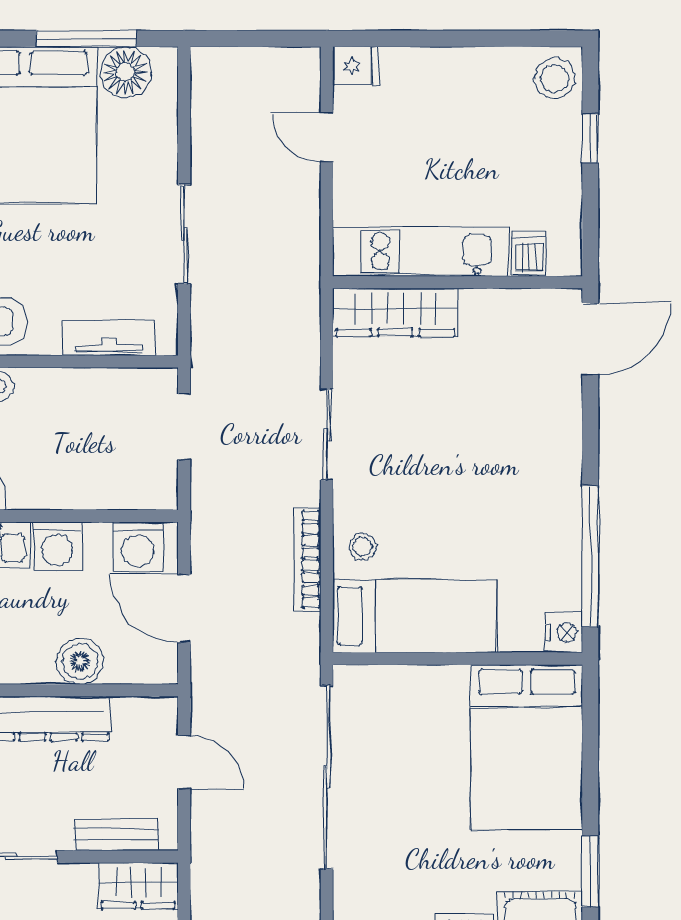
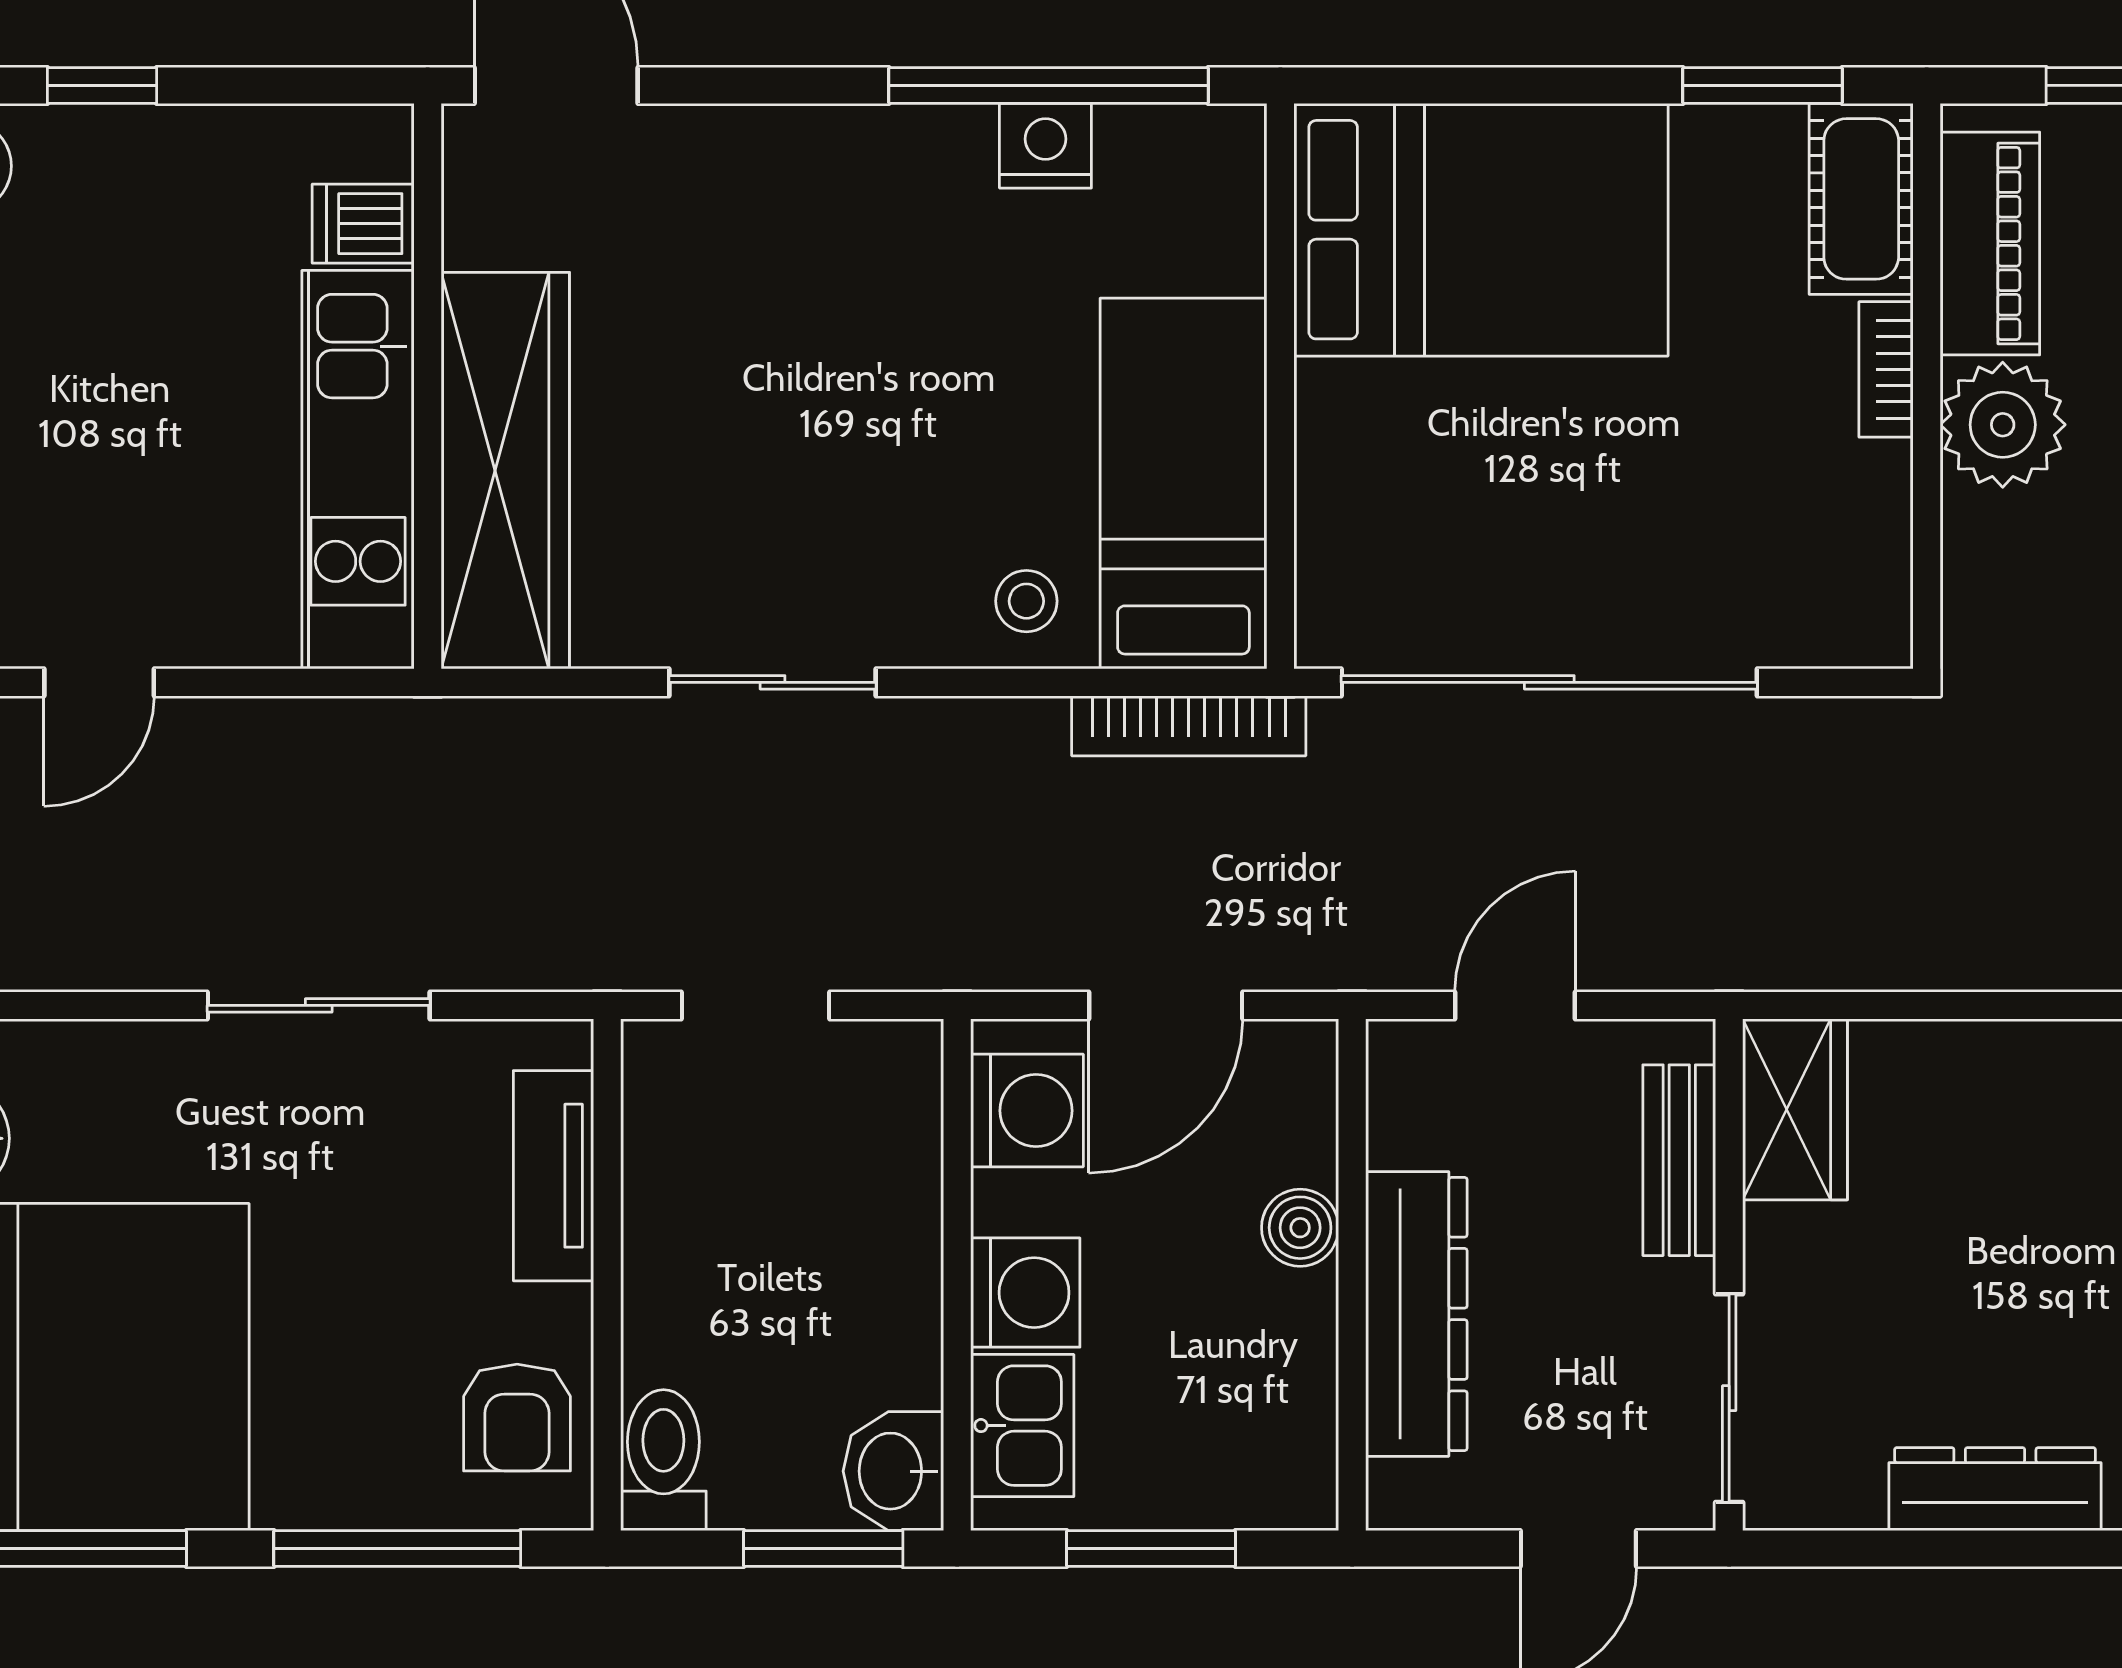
wardrobe: (395, 312) -> (505, 471), width x1.40, depth x1.17
bookcase: (308, 559) -> (1189, 726), moved
nightstand: (564, 632) -> (1045, 146), moved
boiler: (80, 661) -> (1300, 1228), width x0.73, depth x0.73

